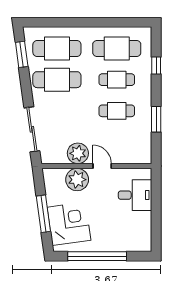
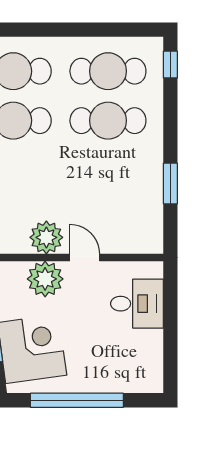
window: (156, 65) -> (170, 65), moved
cafe table: (117, 80) -> (108, 121), width x1.37, depth x1.35
cafe table: (117, 111) -> (108, 170), removed

